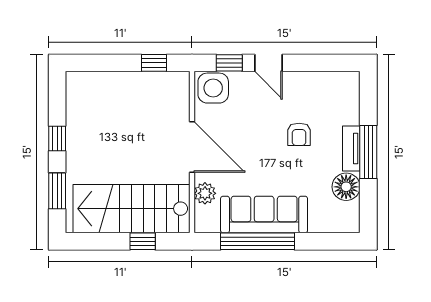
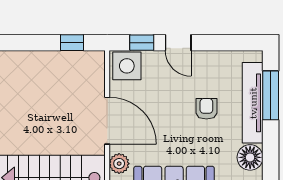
armchair: (299, 134) -> (206, 109), turned 180
tv unit: (351, 149) -> (253, 103), width x1.92, depth x1.29
window: (368, 152) -> (271, 95), moved

